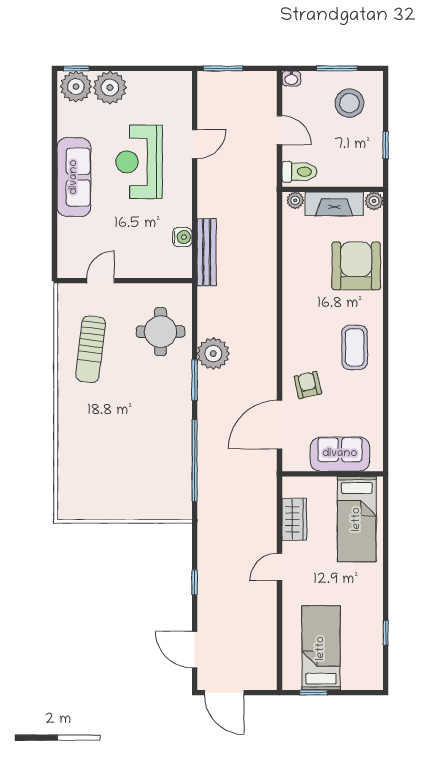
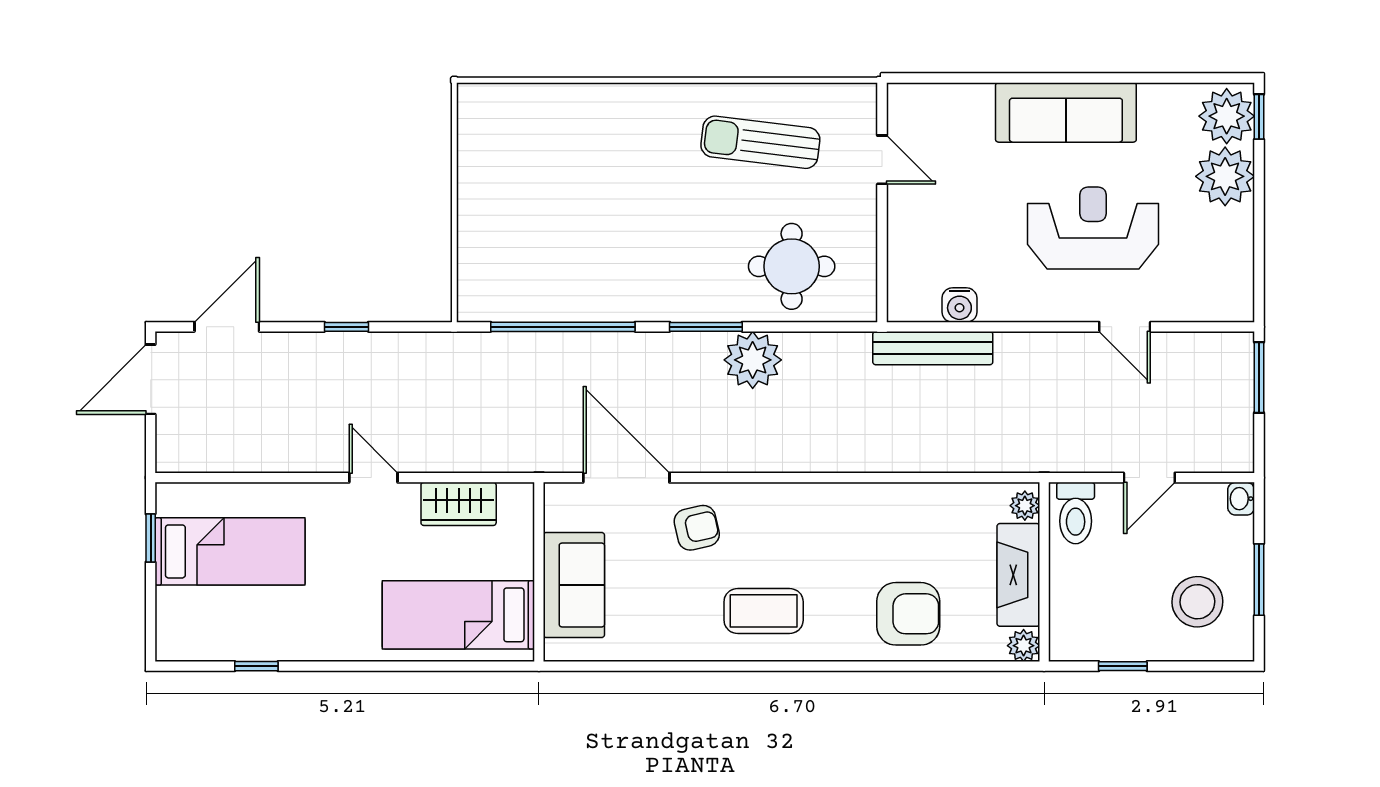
armchair: (356, 266) -> (908, 614), width x0.73, depth x0.73

